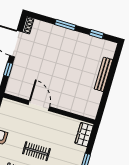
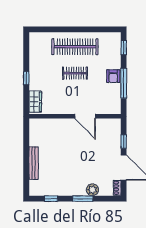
plant: (53, 31) -> (92, 190), added

